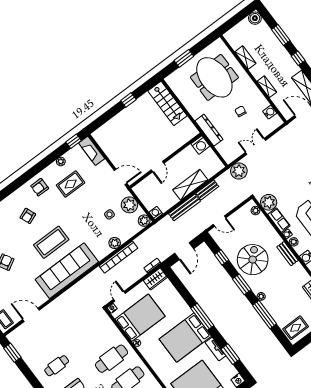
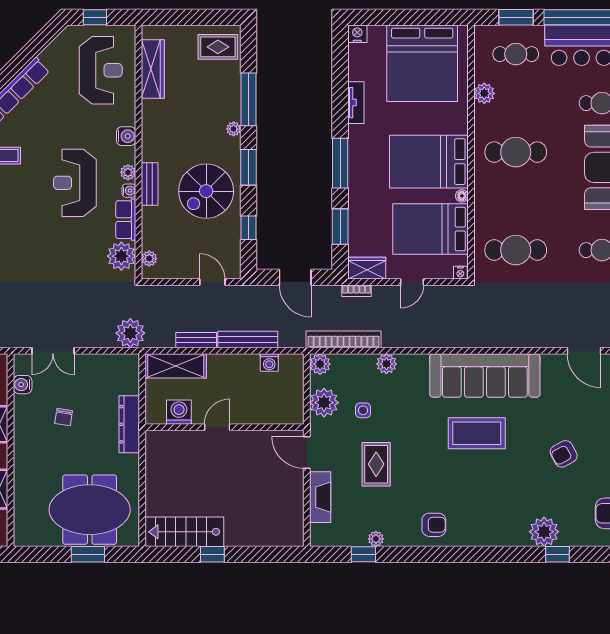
meeting table: (214, 77) -> (90, 510), moved, turned 90
stairs: (167, 103) -> (184, 532), moved, turned -90
window: (74, 141) -> (363, 554), moved
washing machine: (200, 145) -> (179, 412), moved
double door: (255, 146) -> (53, 351), moved
fireplace: (92, 151) -> (320, 497), moved
door: (157, 167) -> (217, 427), moved
rug: (71, 184) -> (376, 464), moved, turned 90
shelving: (190, 185) -> (176, 366), moved
washing machine: (156, 213) -> (269, 362), moved
armchair: (28, 216) -> (482, 496), removed
door: (184, 251) -> (295, 277), swing flipped
bench: (287, 254) -> (150, 184), moved
bookcase: (118, 257) -> (344, 339), moved
door: (119, 296) -> (412, 282), moved
bed: (185, 338) -> (429, 162), moved, turned 180
window: (230, 354) -> (340, 227), moved
cafe table: (111, 359) -> (516, 250), moved

